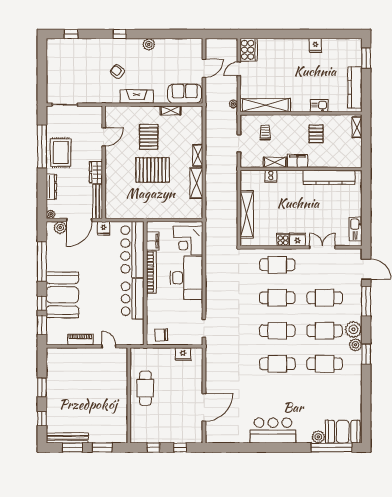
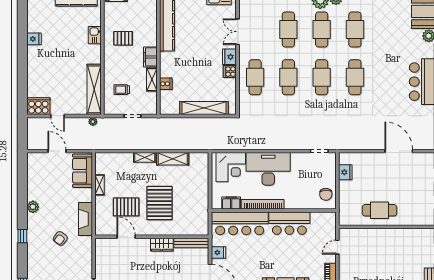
door: (104, 137) -> (126, 237), moved
wall: (104, 162) -> (152, 237), moved
wardrobe: (96, 172) -> (162, 245), moved
bench: (98, 201) -> (191, 243), moved

